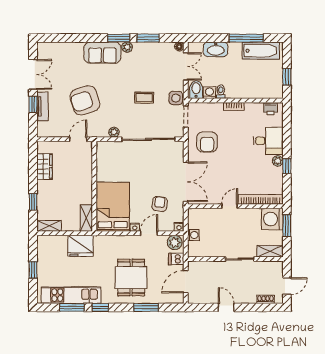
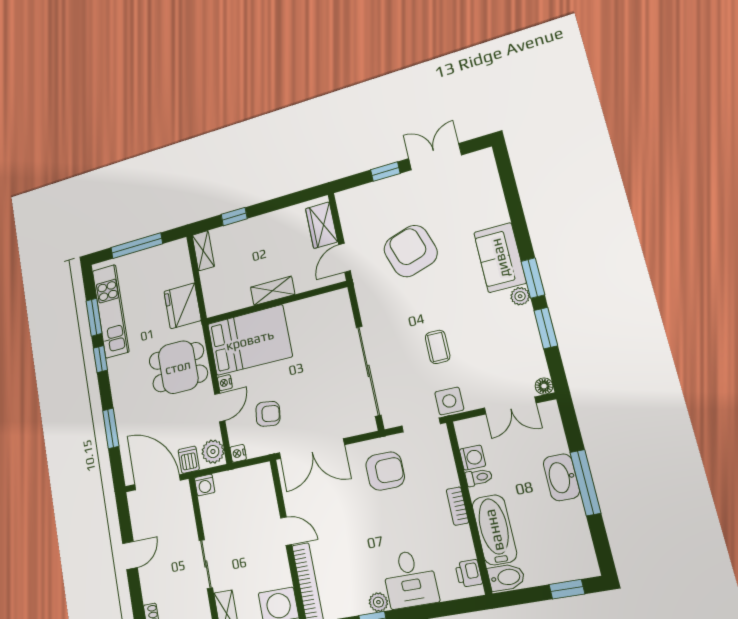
window: (246, 38) -> (585, 483), moved
washbasin: (216, 49) -> (561, 477), moved
bathtub: (261, 51) -> (494, 530), moved, turned 180
double door: (33, 74) -> (435, 157), swing flipped
window: (287, 77) -> (567, 589), moved
bidet: (196, 90) -> (506, 577), moved
tv unit: (42, 106) -> (385, 187), removed
plant: (114, 132) -> (368, 312), removed
door: (78, 139) -> (344, 258), swing flipped
armchair: (207, 142) -> (385, 471), turned 180
wardrobe: (44, 166) -> (322, 225), moved, turned 90
shelving: (86, 218) -> (273, 291), moved
door: (149, 233) -> (220, 407), hinge flipped
washing machine: (193, 235) -> (205, 485), moved
window: (33, 270) -> (137, 246), width x2.17
dining table: (131, 277) -> (178, 367), moved
door: (186, 282) -> (157, 482), width x1.36

